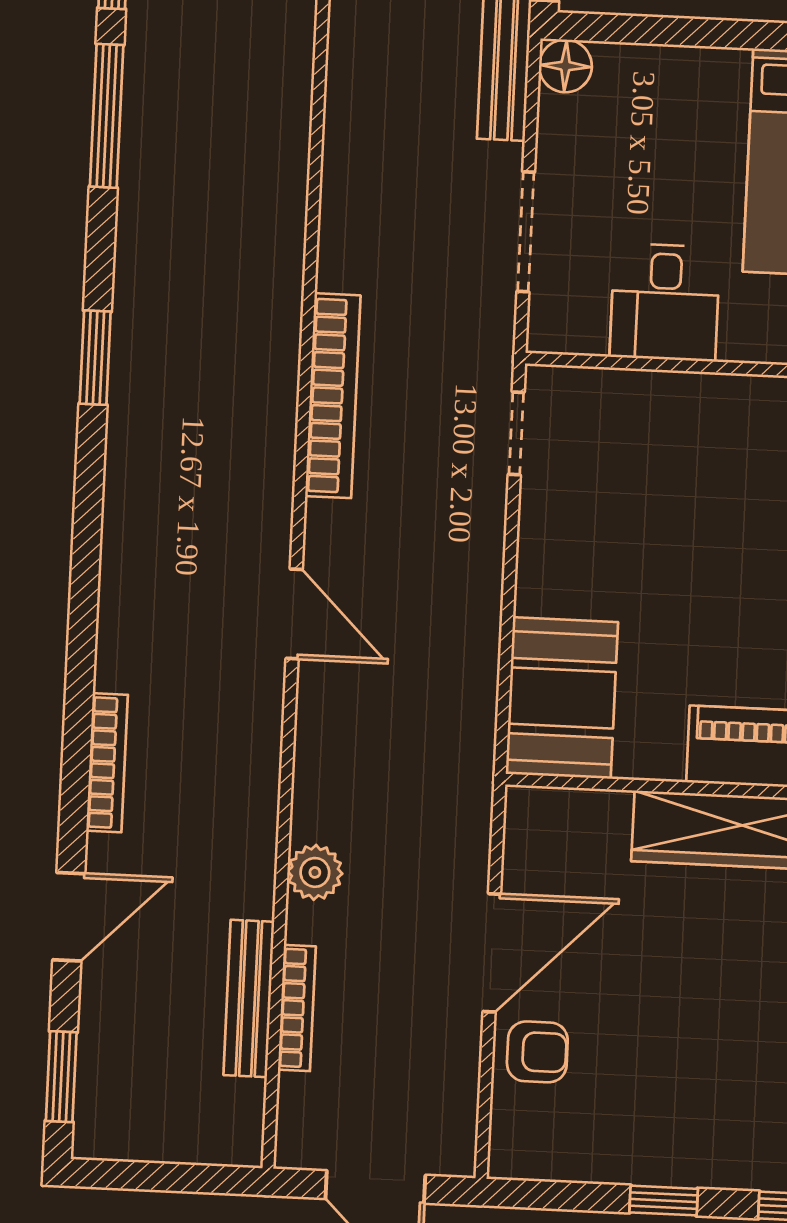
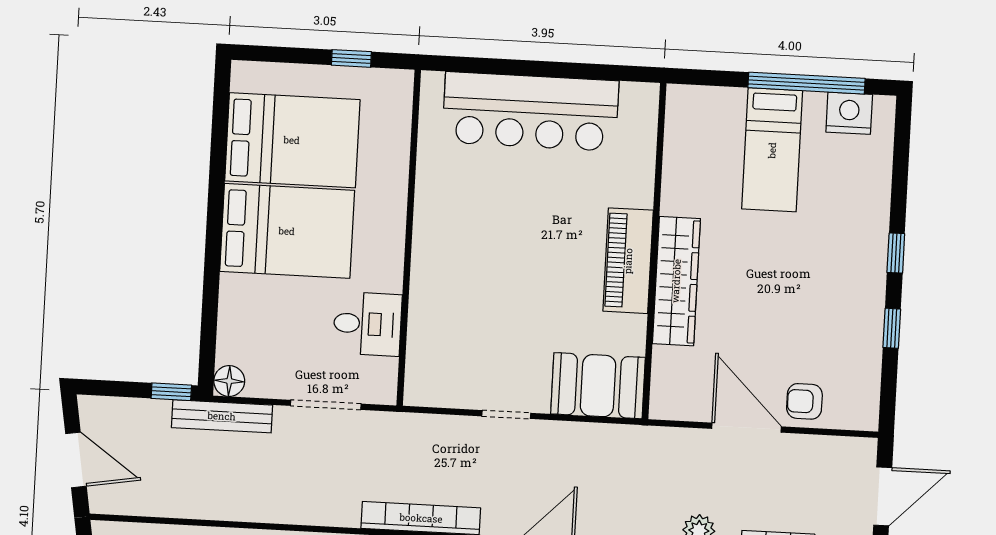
doorway: (516, 433) -> (506, 415), moved
armchair: (537, 1052) -> (804, 401), turned -90

